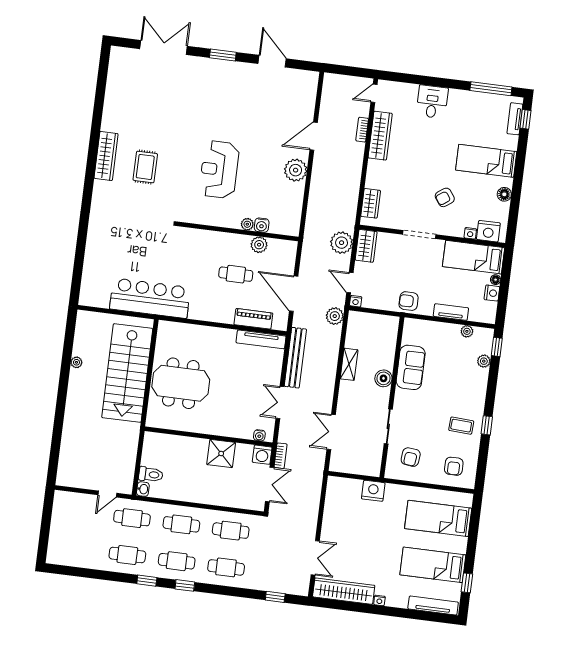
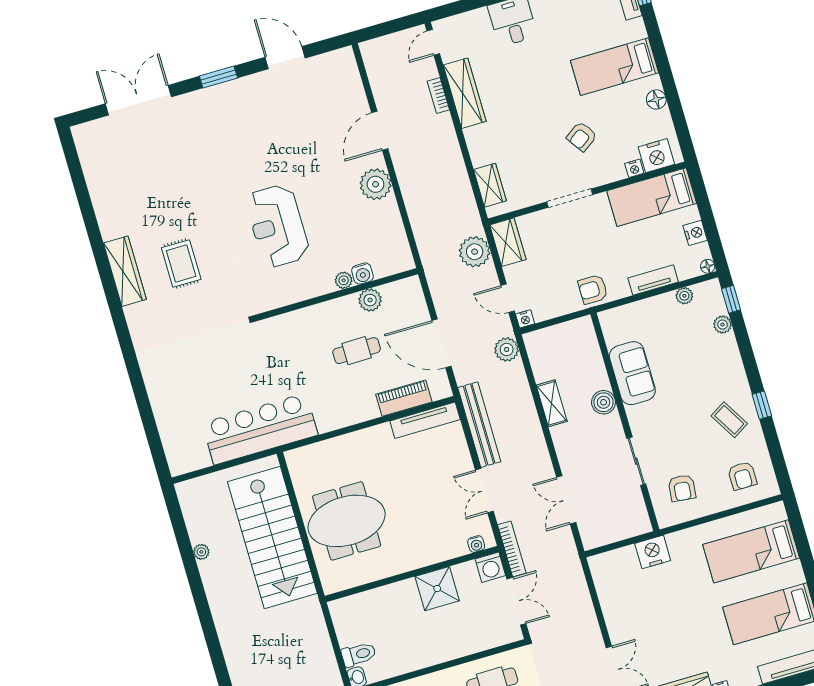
floor lamp: (496, 280) -> (708, 266), moved
coffee table: (461, 426) -> (729, 420), turned 56
bookcase: (281, 456) -> (512, 549), width x1.56

